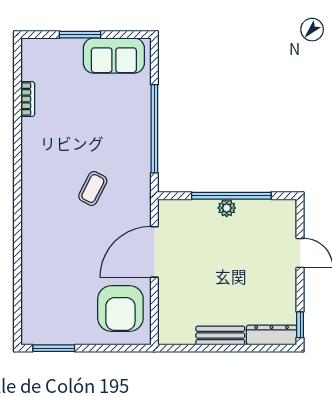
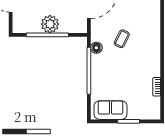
floor lamp: (140, 172) -> (96, 48), added
plant: (227, 208) -> (50, 24), width x1.88, depth x1.88

